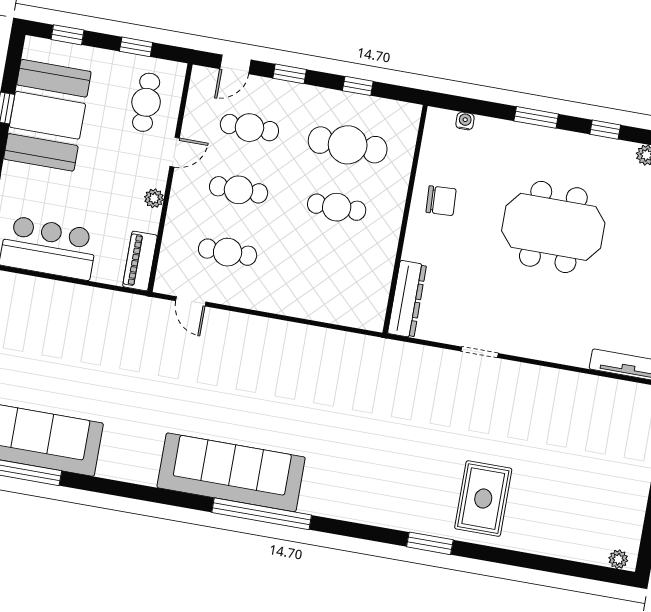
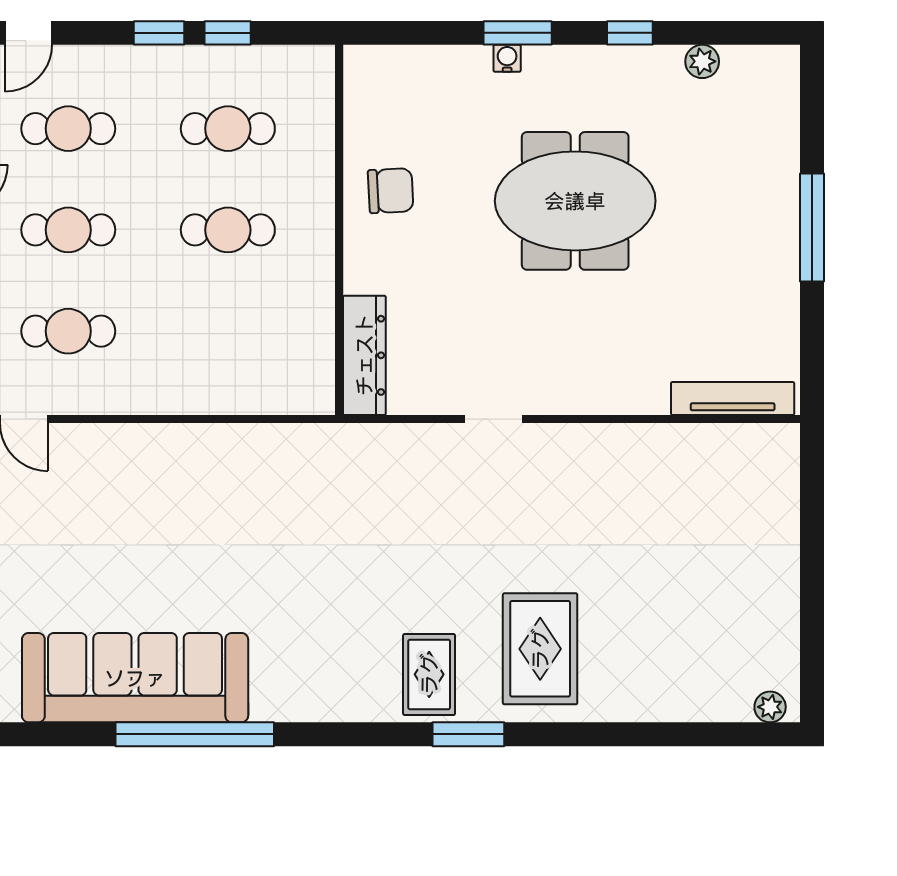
window: (290, 74) -> (159, 33), moved
water cooler: (465, 121) -> (507, 58), moved
cafe table: (348, 145) -> (228, 129), width x0.73, depth x0.74
rug: (412, 502) -> (429, 674), added

